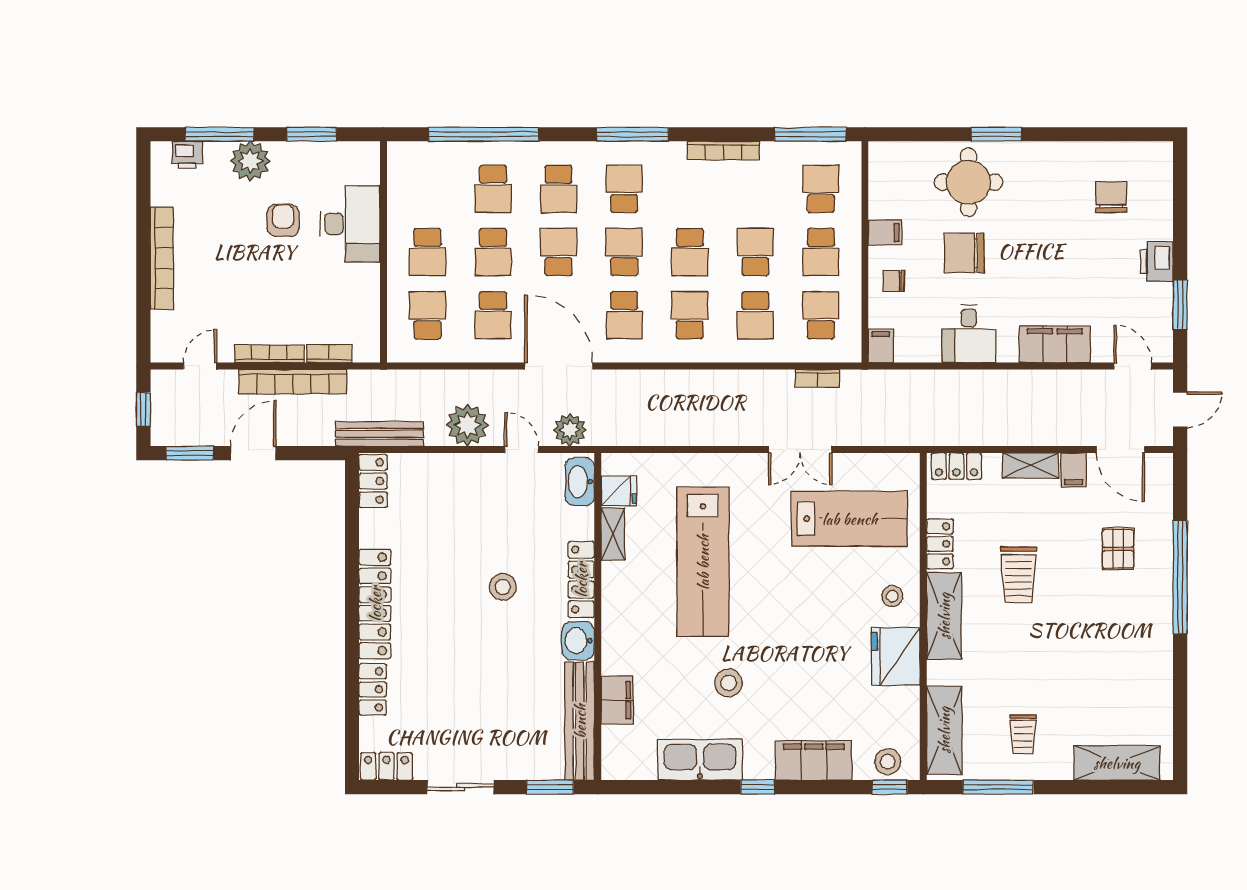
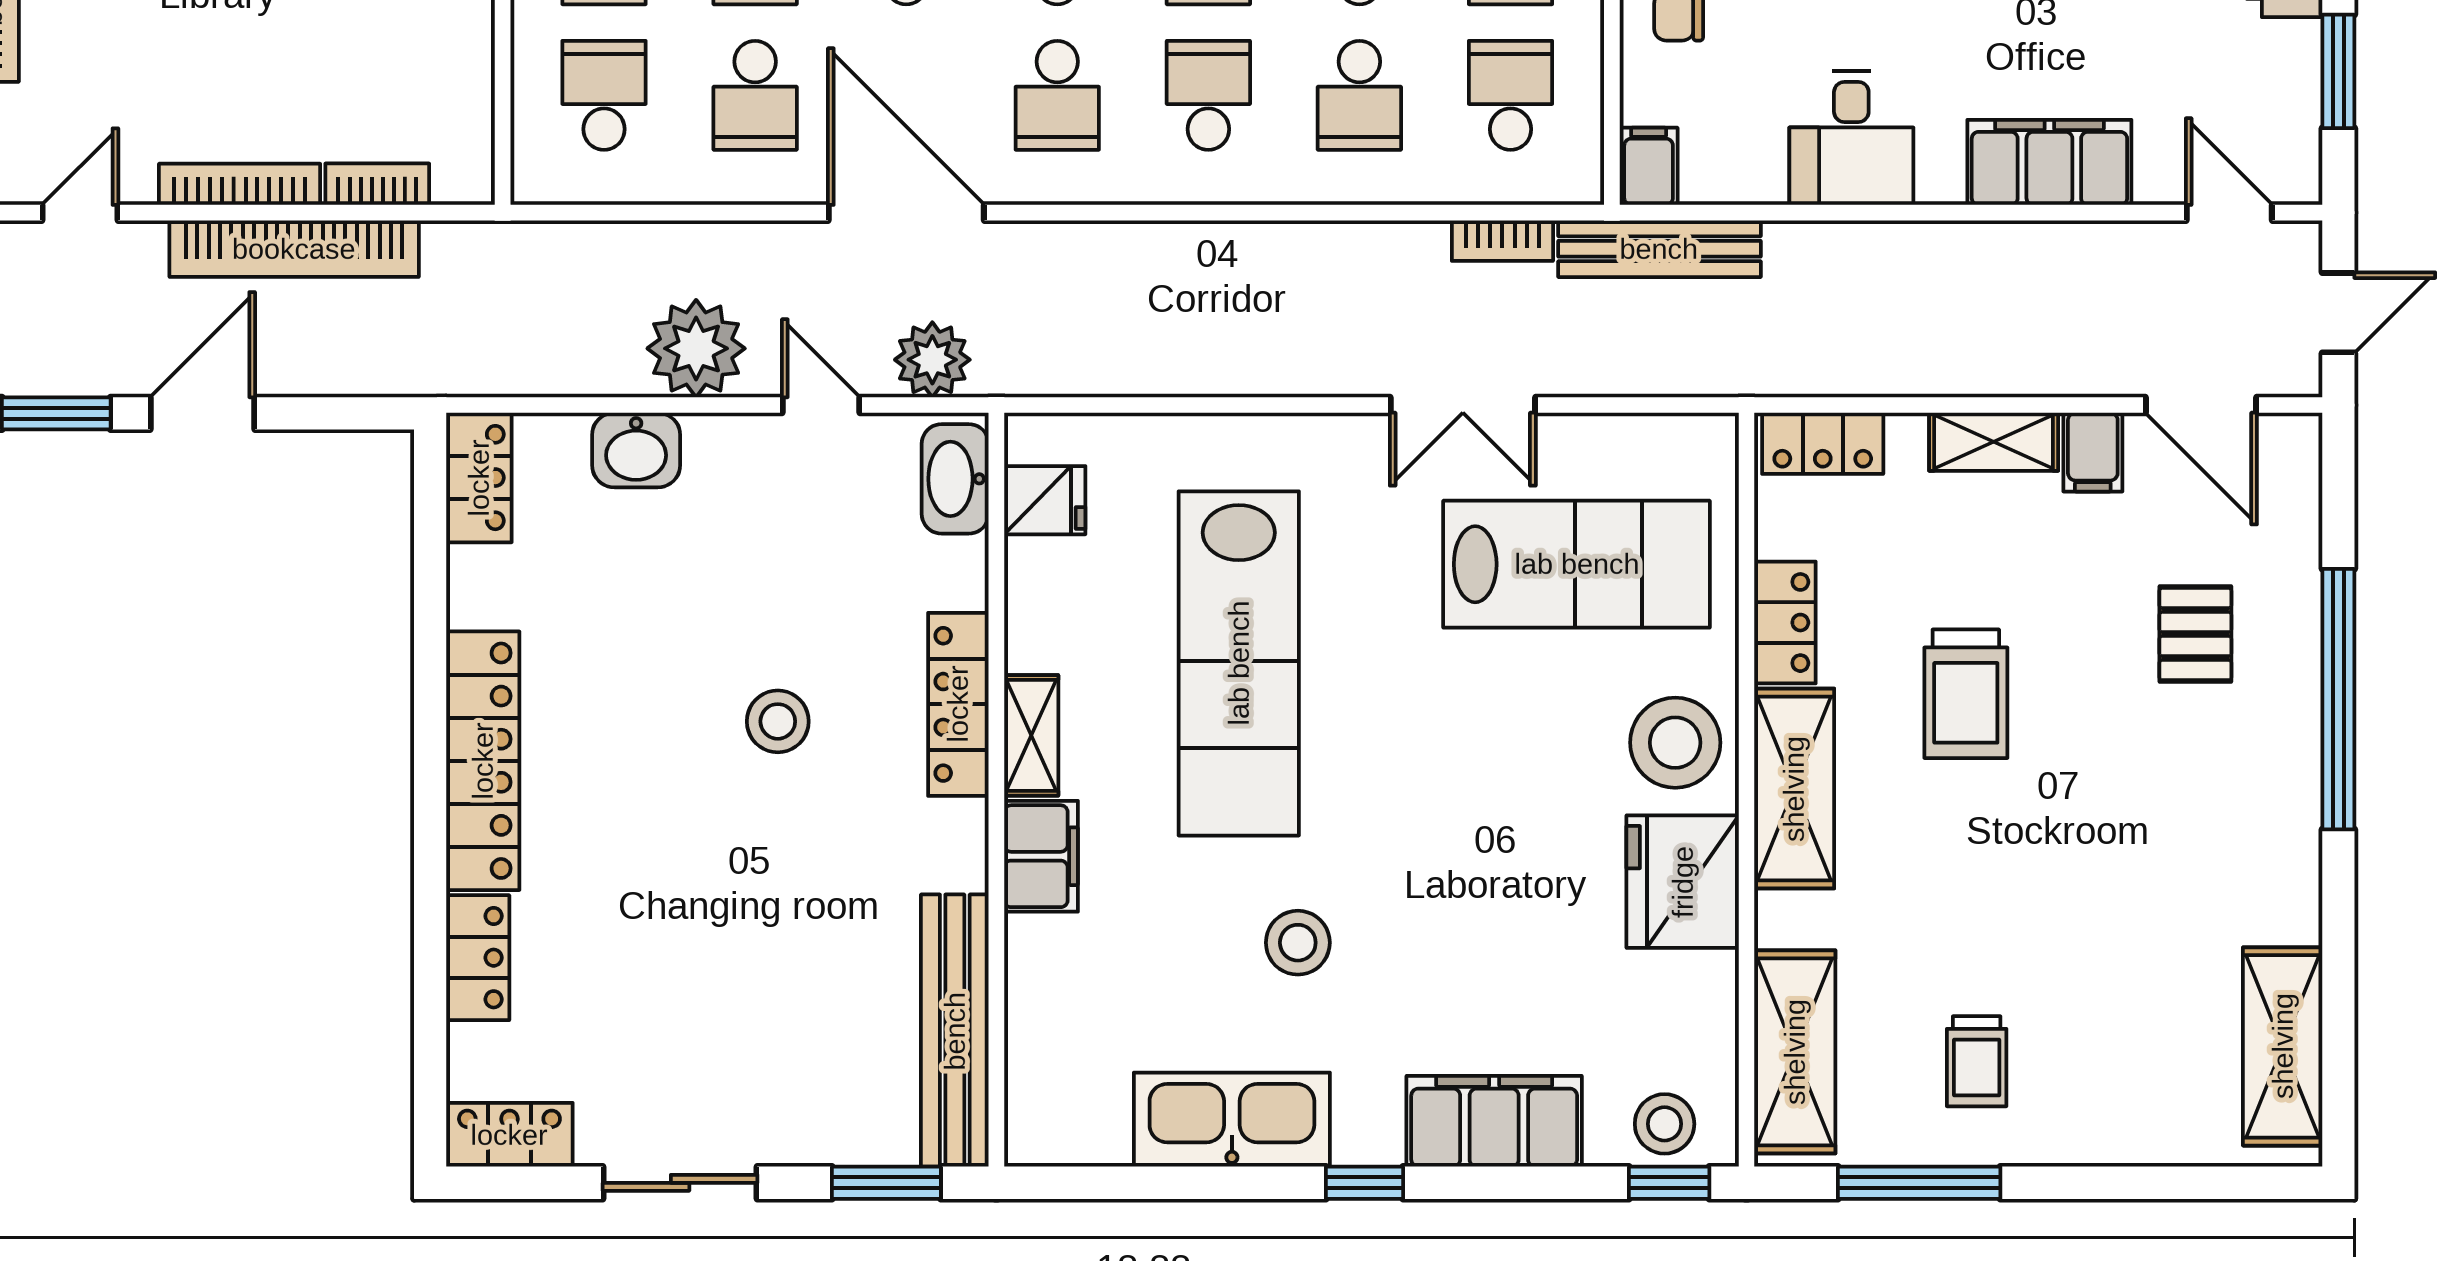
bench: (380, 434) -> (1659, 249), moved
shelving: (613, 534) -> (1031, 735), moved
stool: (892, 596) -> (1675, 743), width x1.89, depth x1.89
washbasin: (578, 641) -> (636, 450), moved, turned -90
filing cabinet: (617, 700) -> (1041, 856), moved
shelving: (1117, 763) -> (2283, 1046), moved, turned 90

